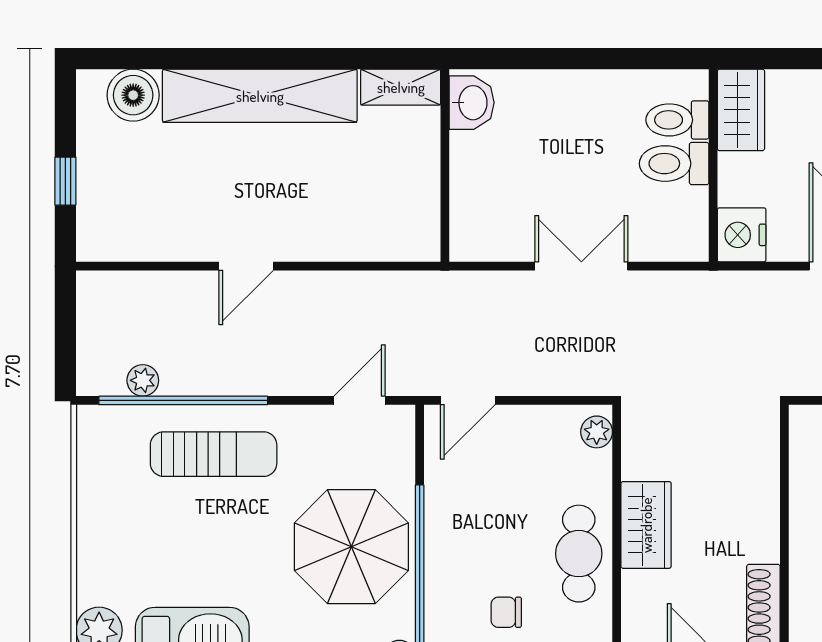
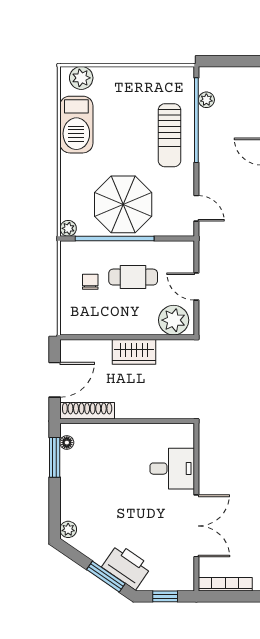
door: (468, 400) -> (196, 286), moved
plant: (597, 432) -> (174, 320), width x1.87, depth x1.87
cafe table: (579, 554) -> (133, 277), moved

